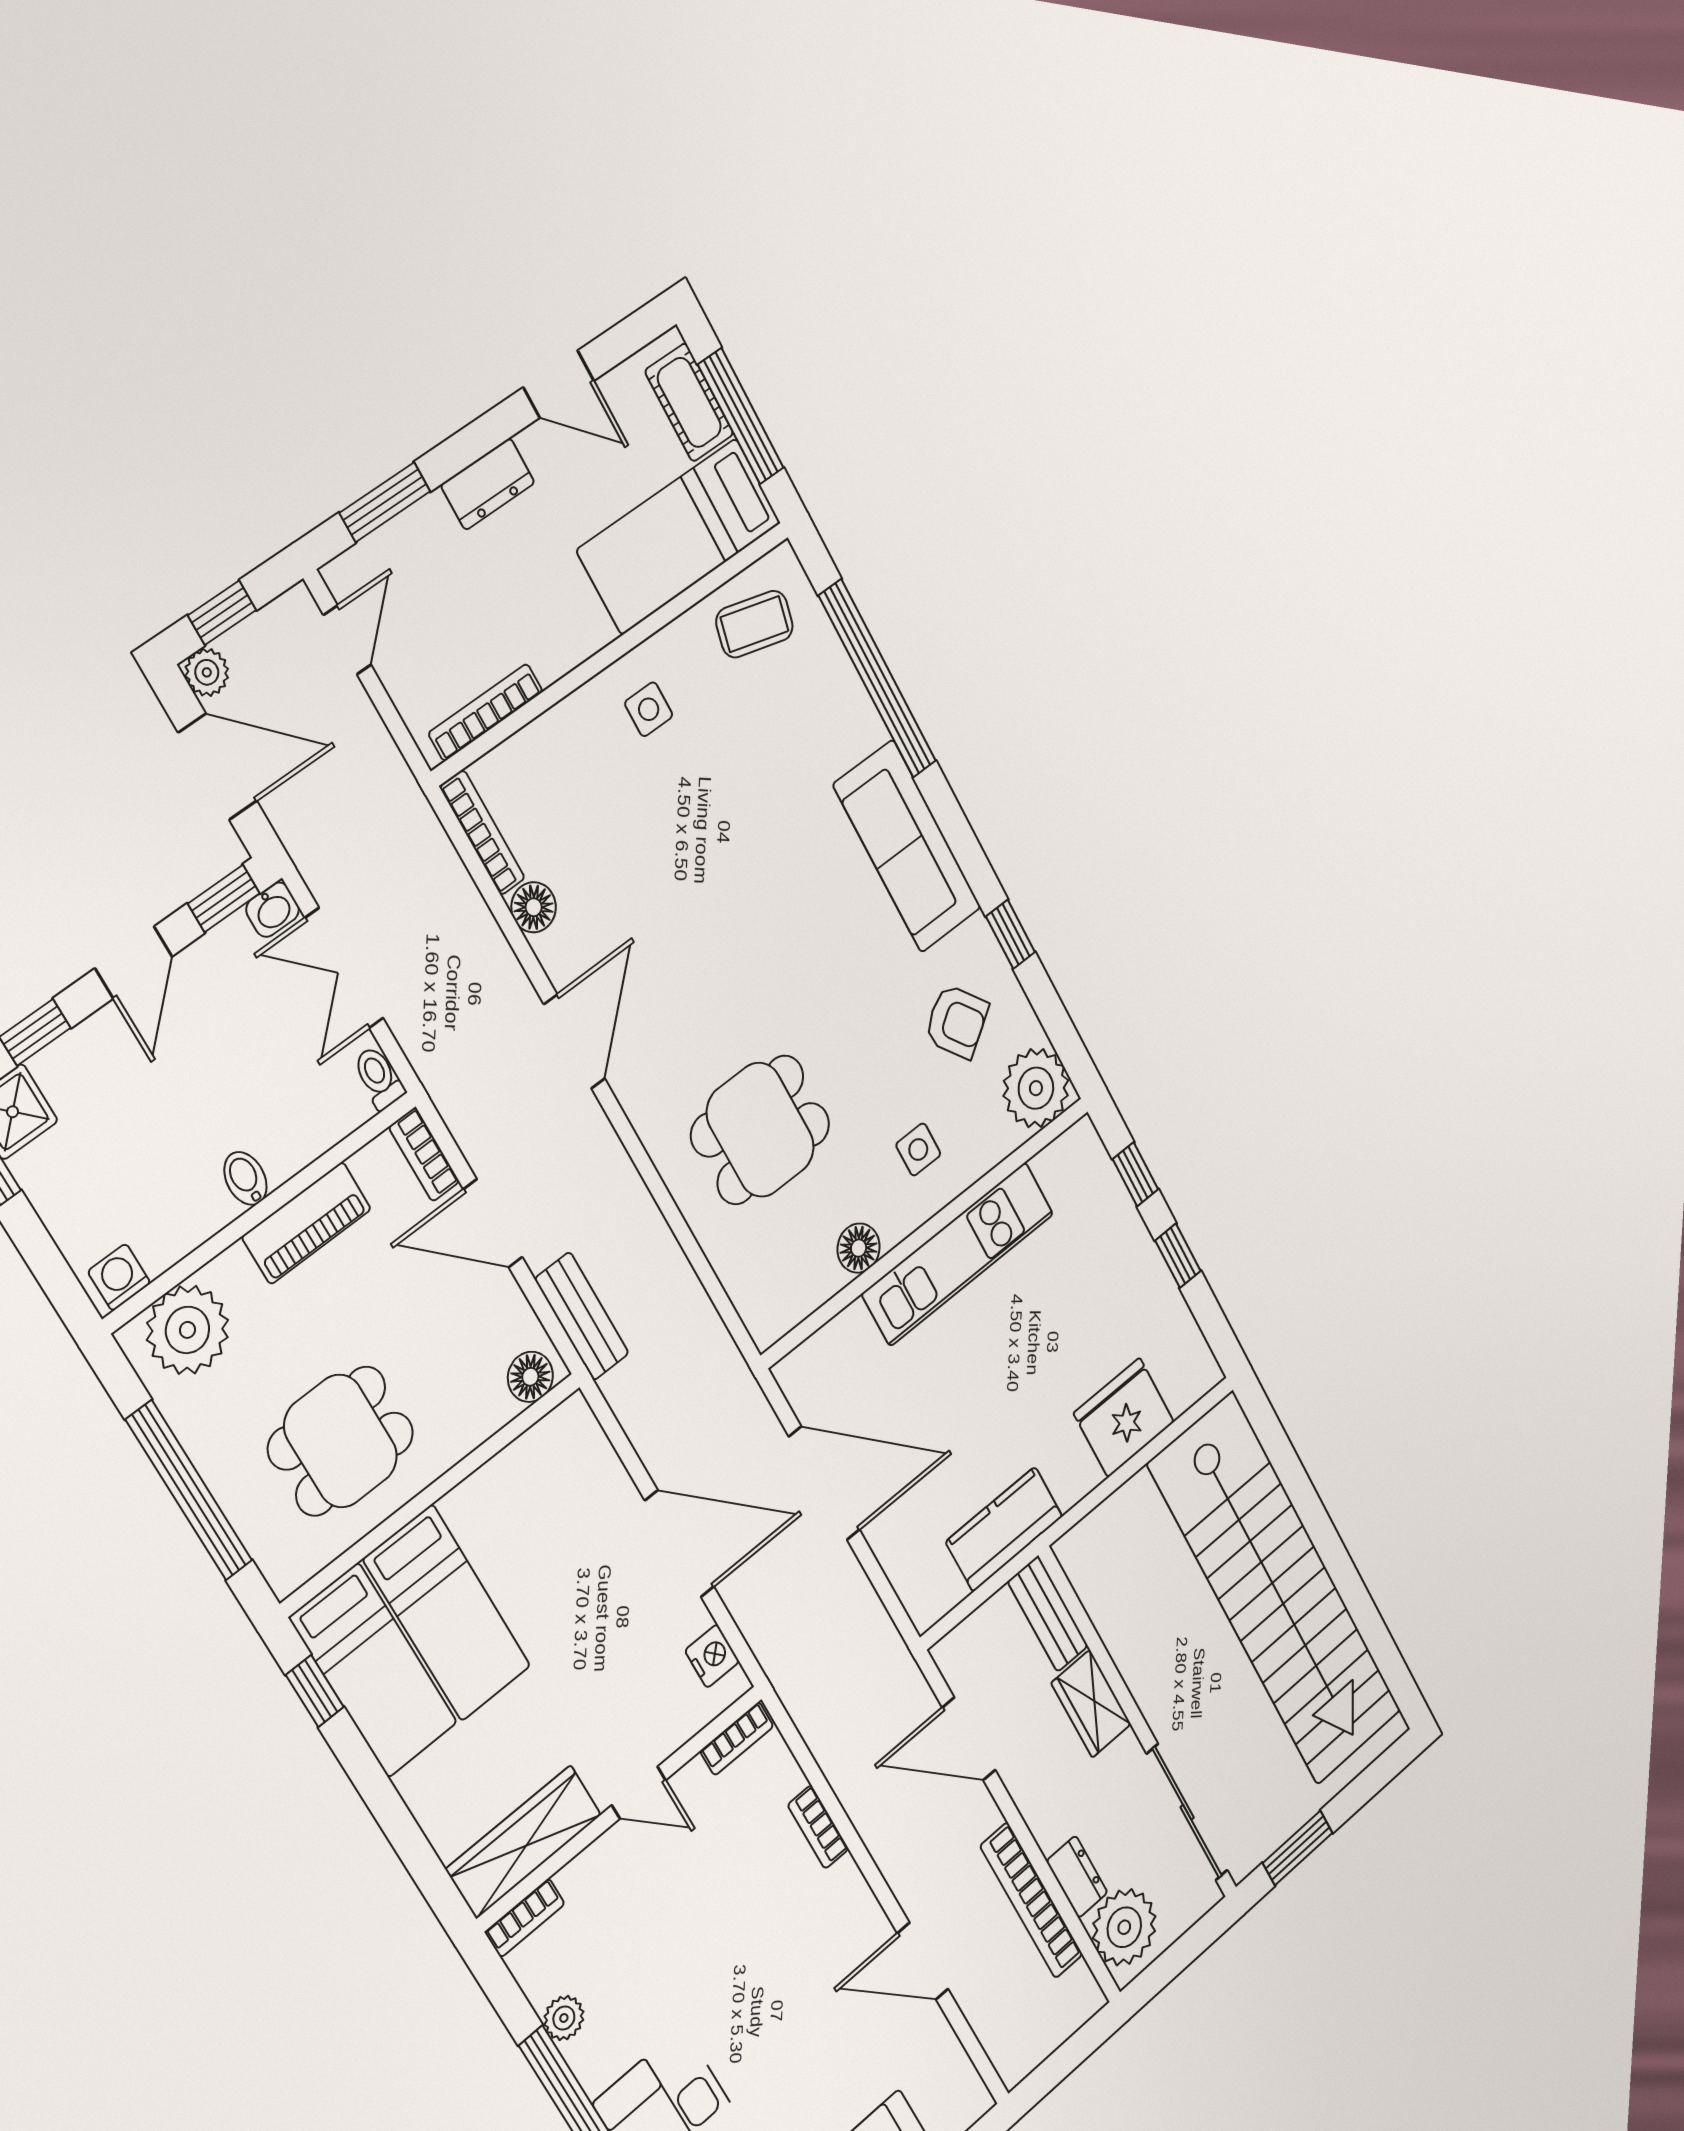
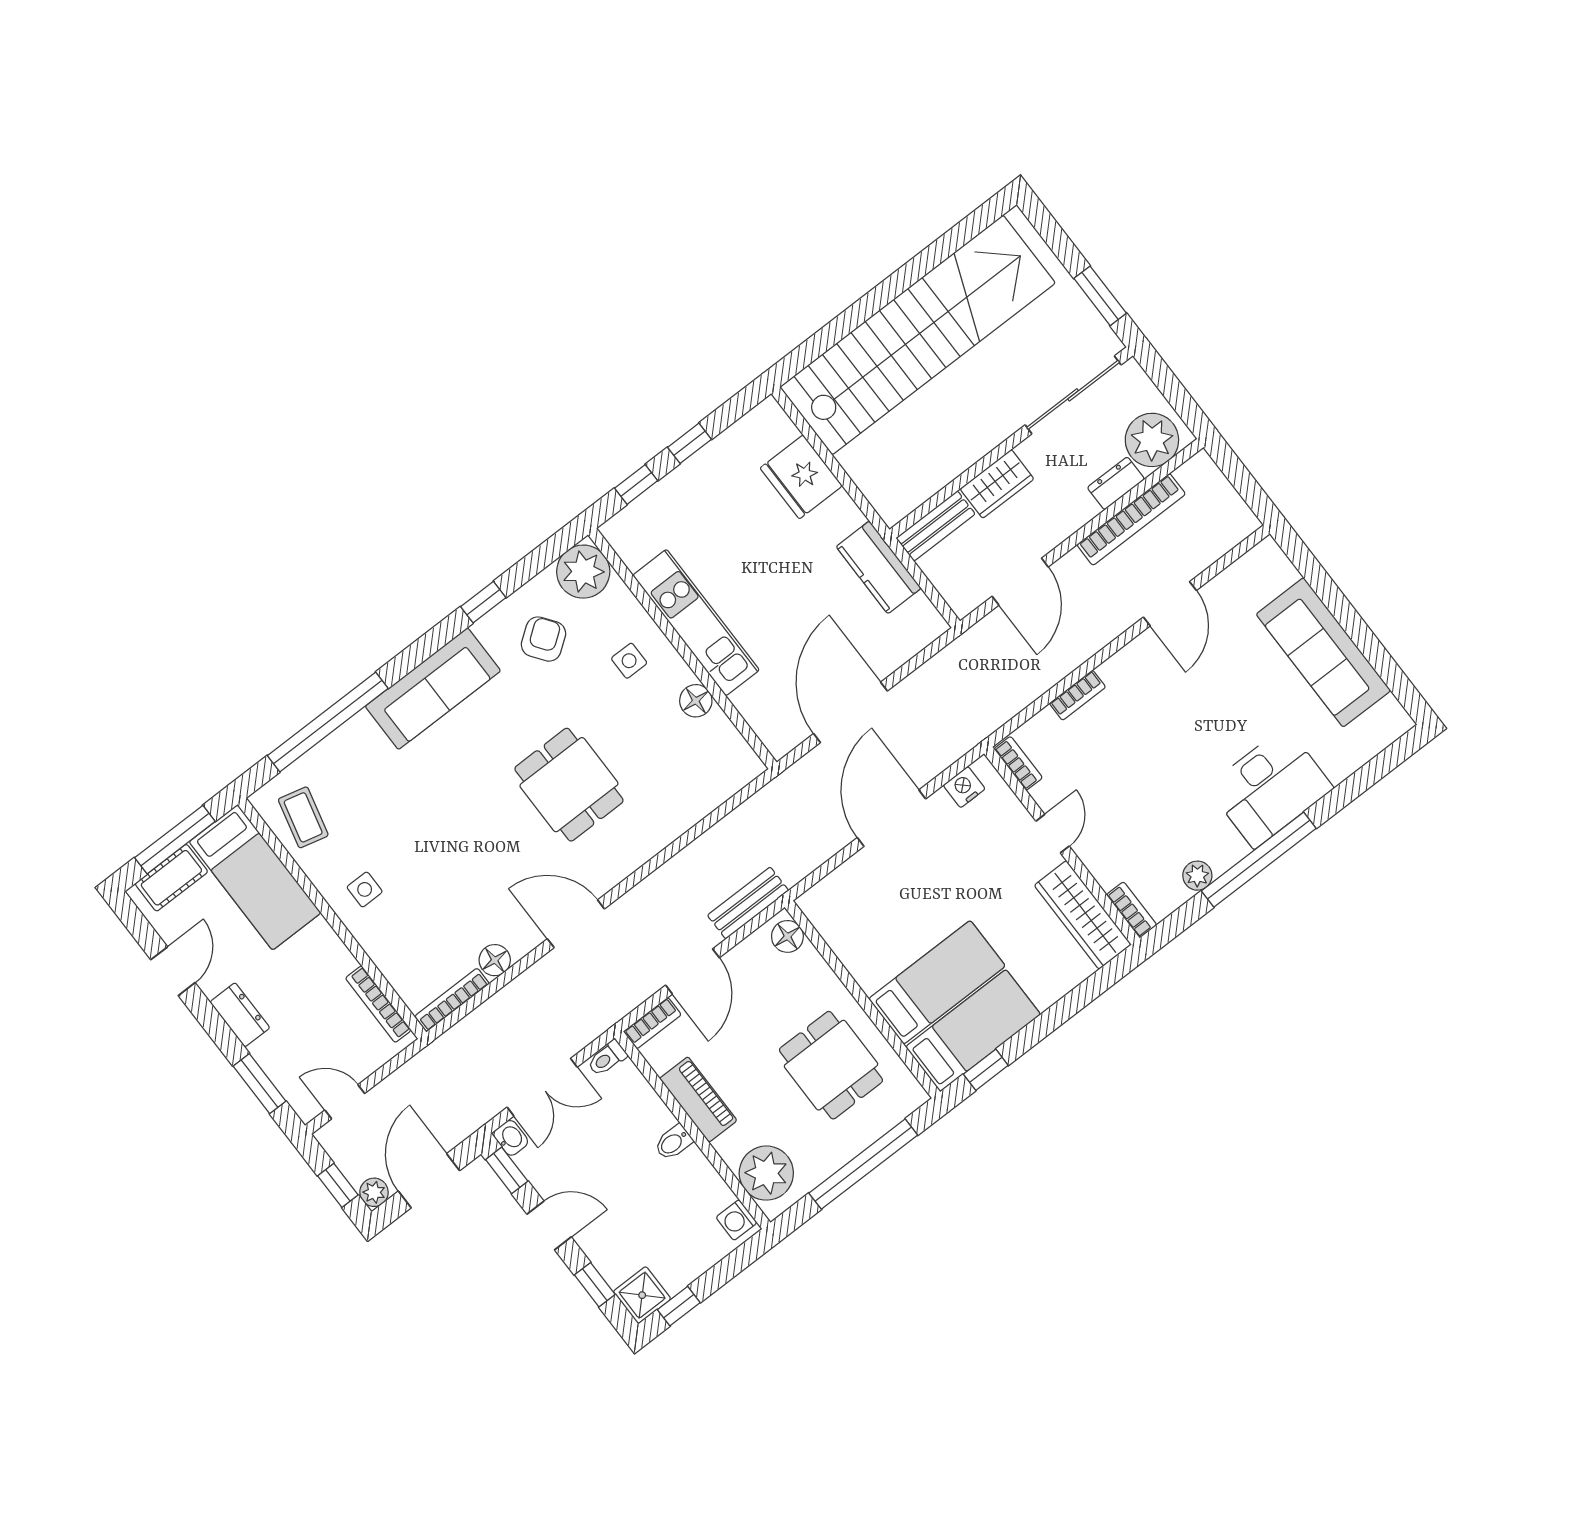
dining table: (760, 1130) -> (569, 785), moved

